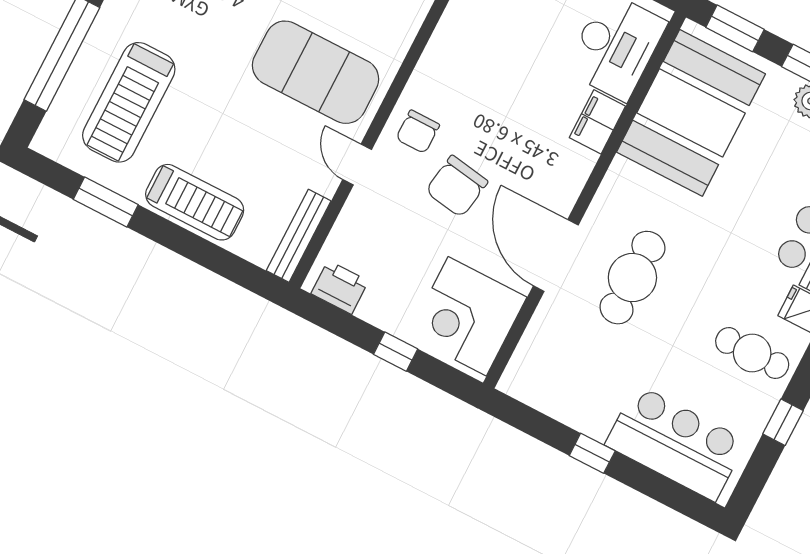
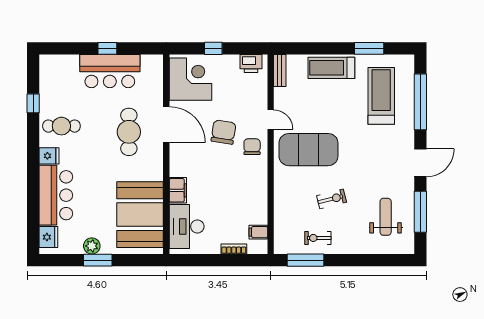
window: (735, 28) -> (140, 260), removed
bench: (299, 236) -> (280, 71), width x0.73
bar counter: (676, 443) -> (110, 71), moved

